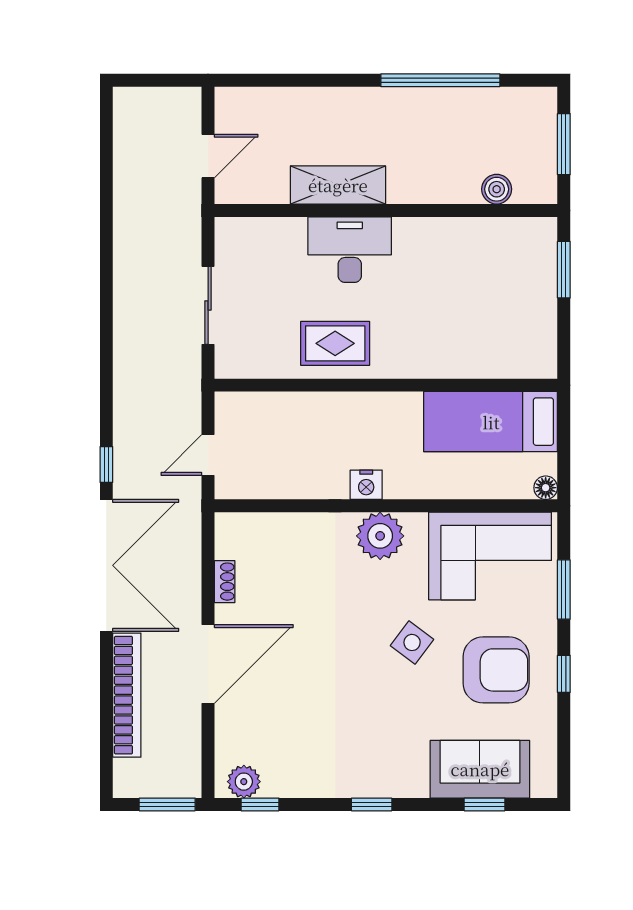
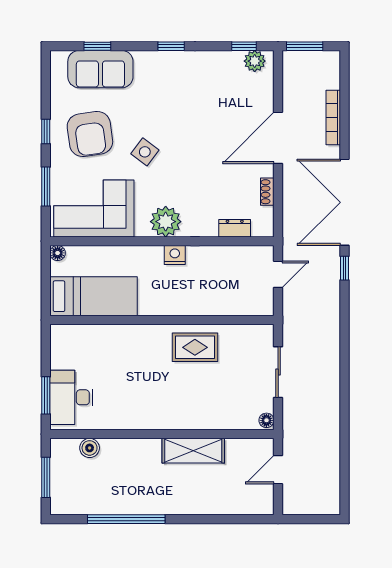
floor lamp: (226, 232) -> (266, 420), added
desk: (350, 250) -> (71, 397), moved, turned 90
dresser: (274, 526) -> (235, 228), added
armchair: (496, 670) -> (90, 134), turned -98
bookcase: (127, 695) -> (333, 118), width x0.68, depth x0.76

